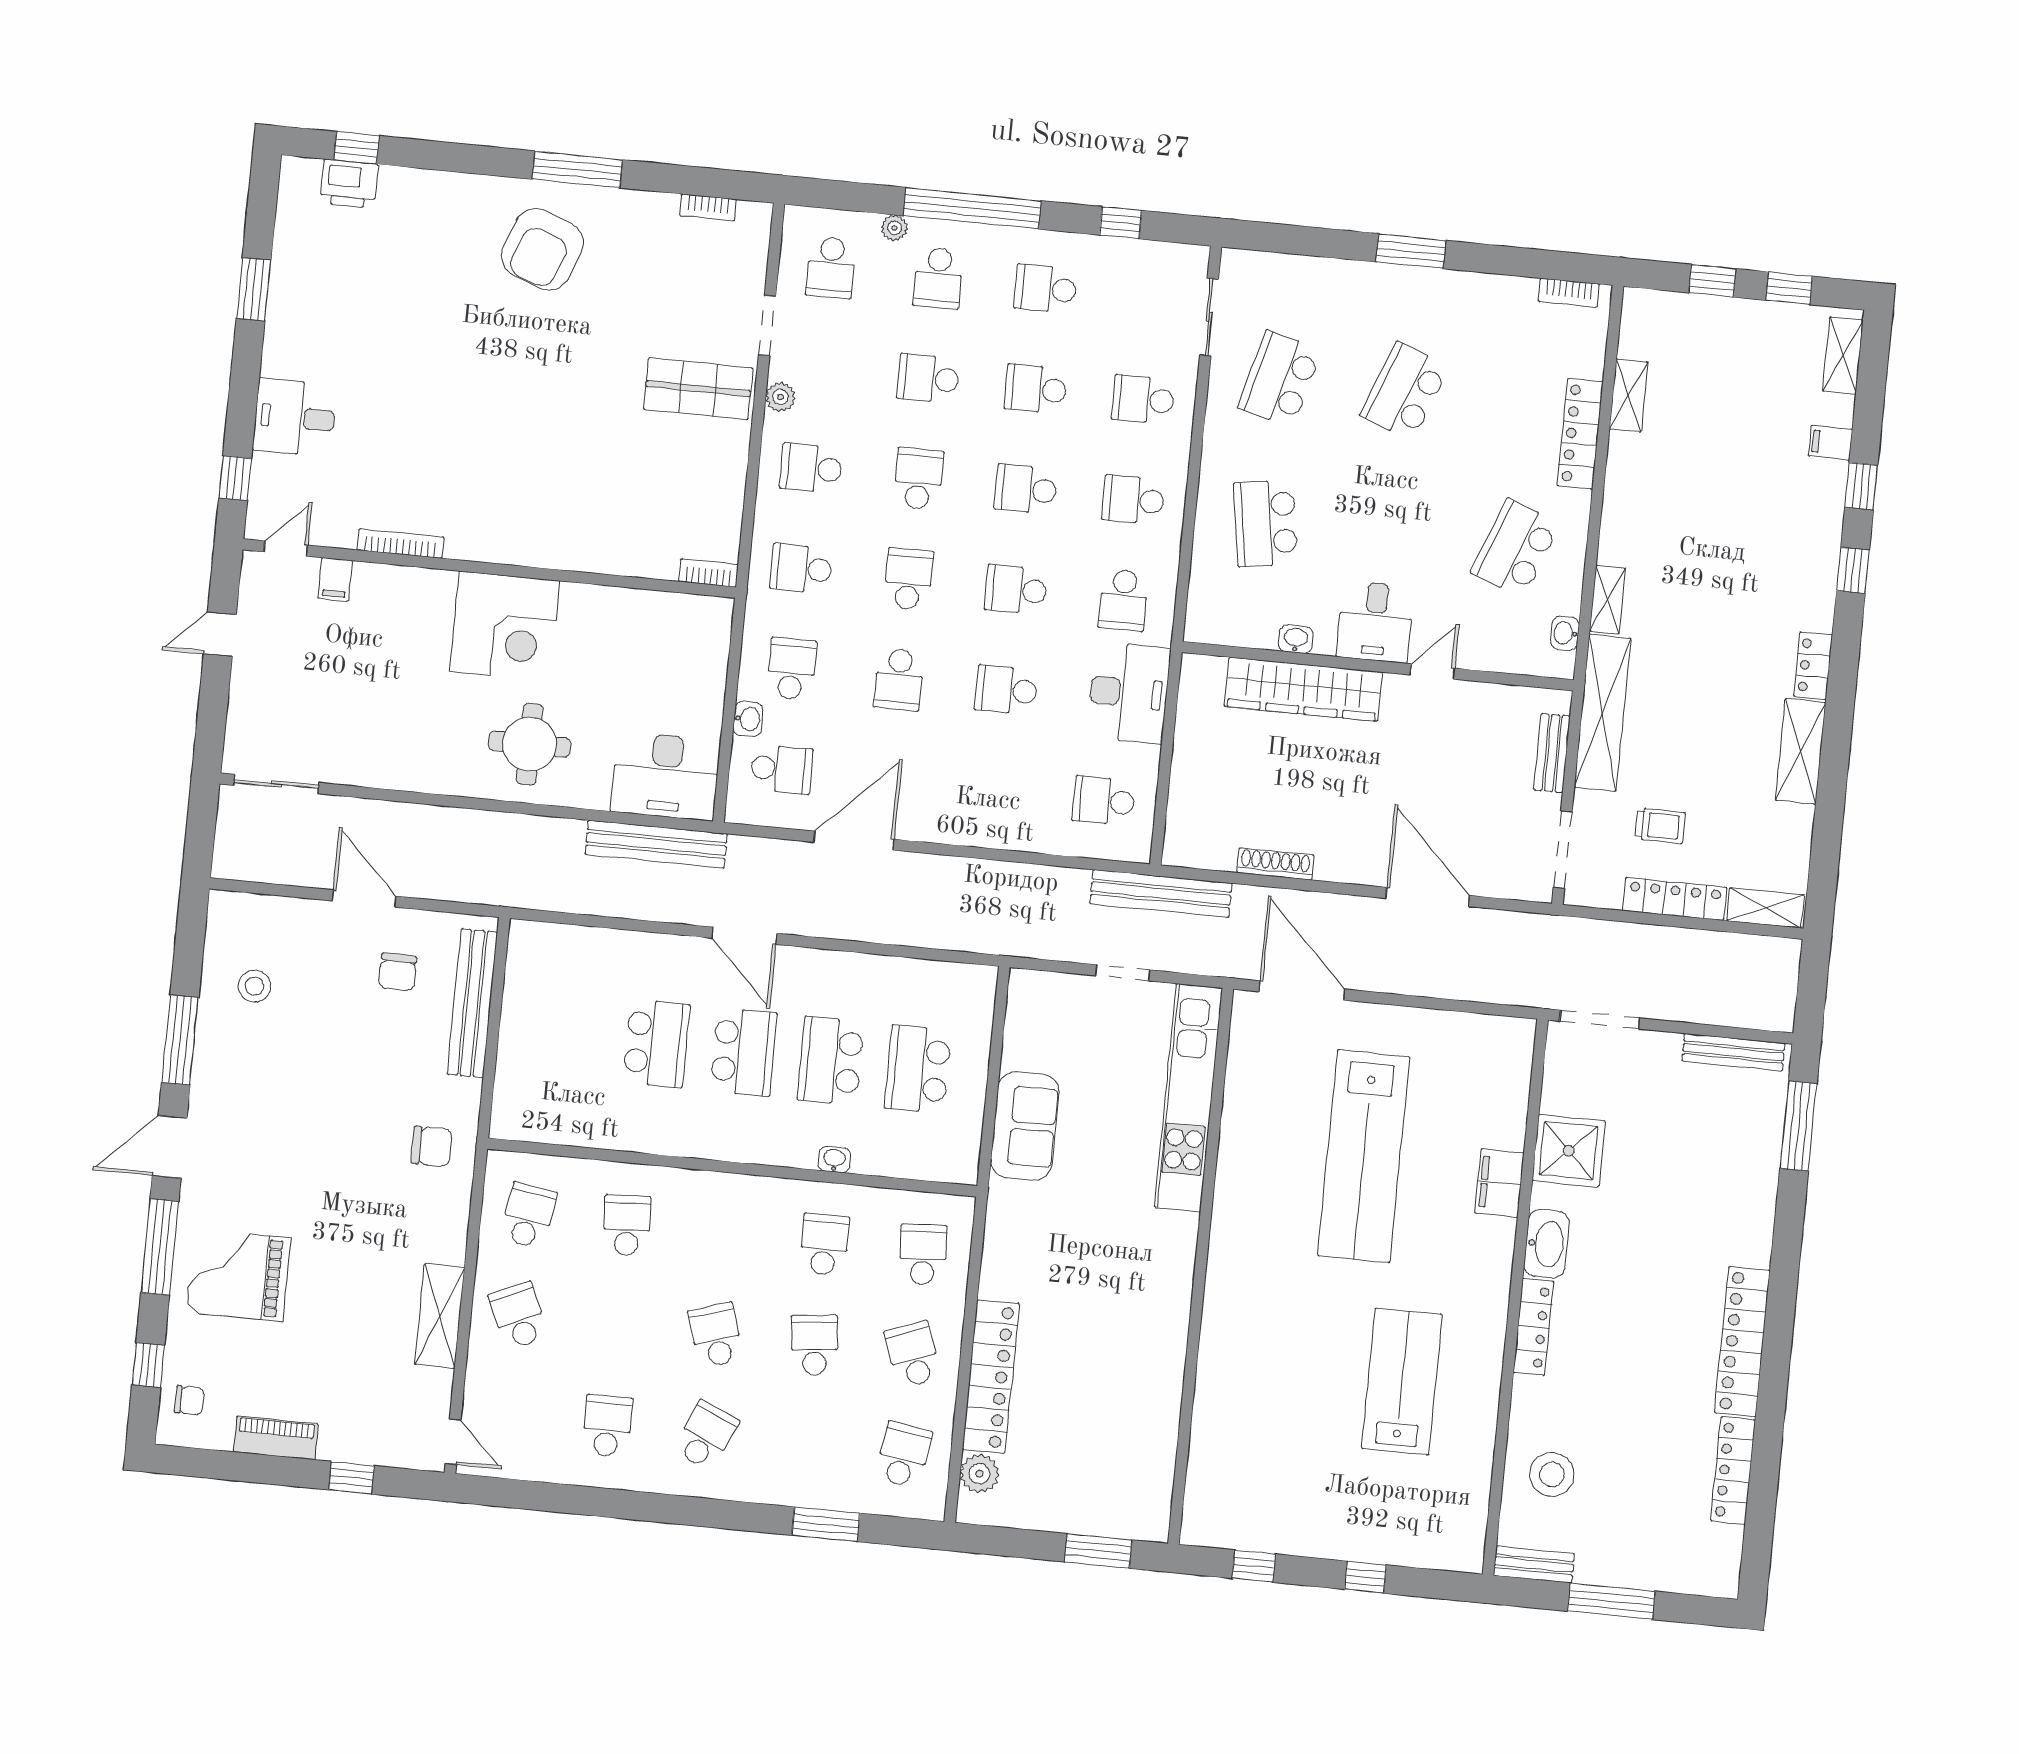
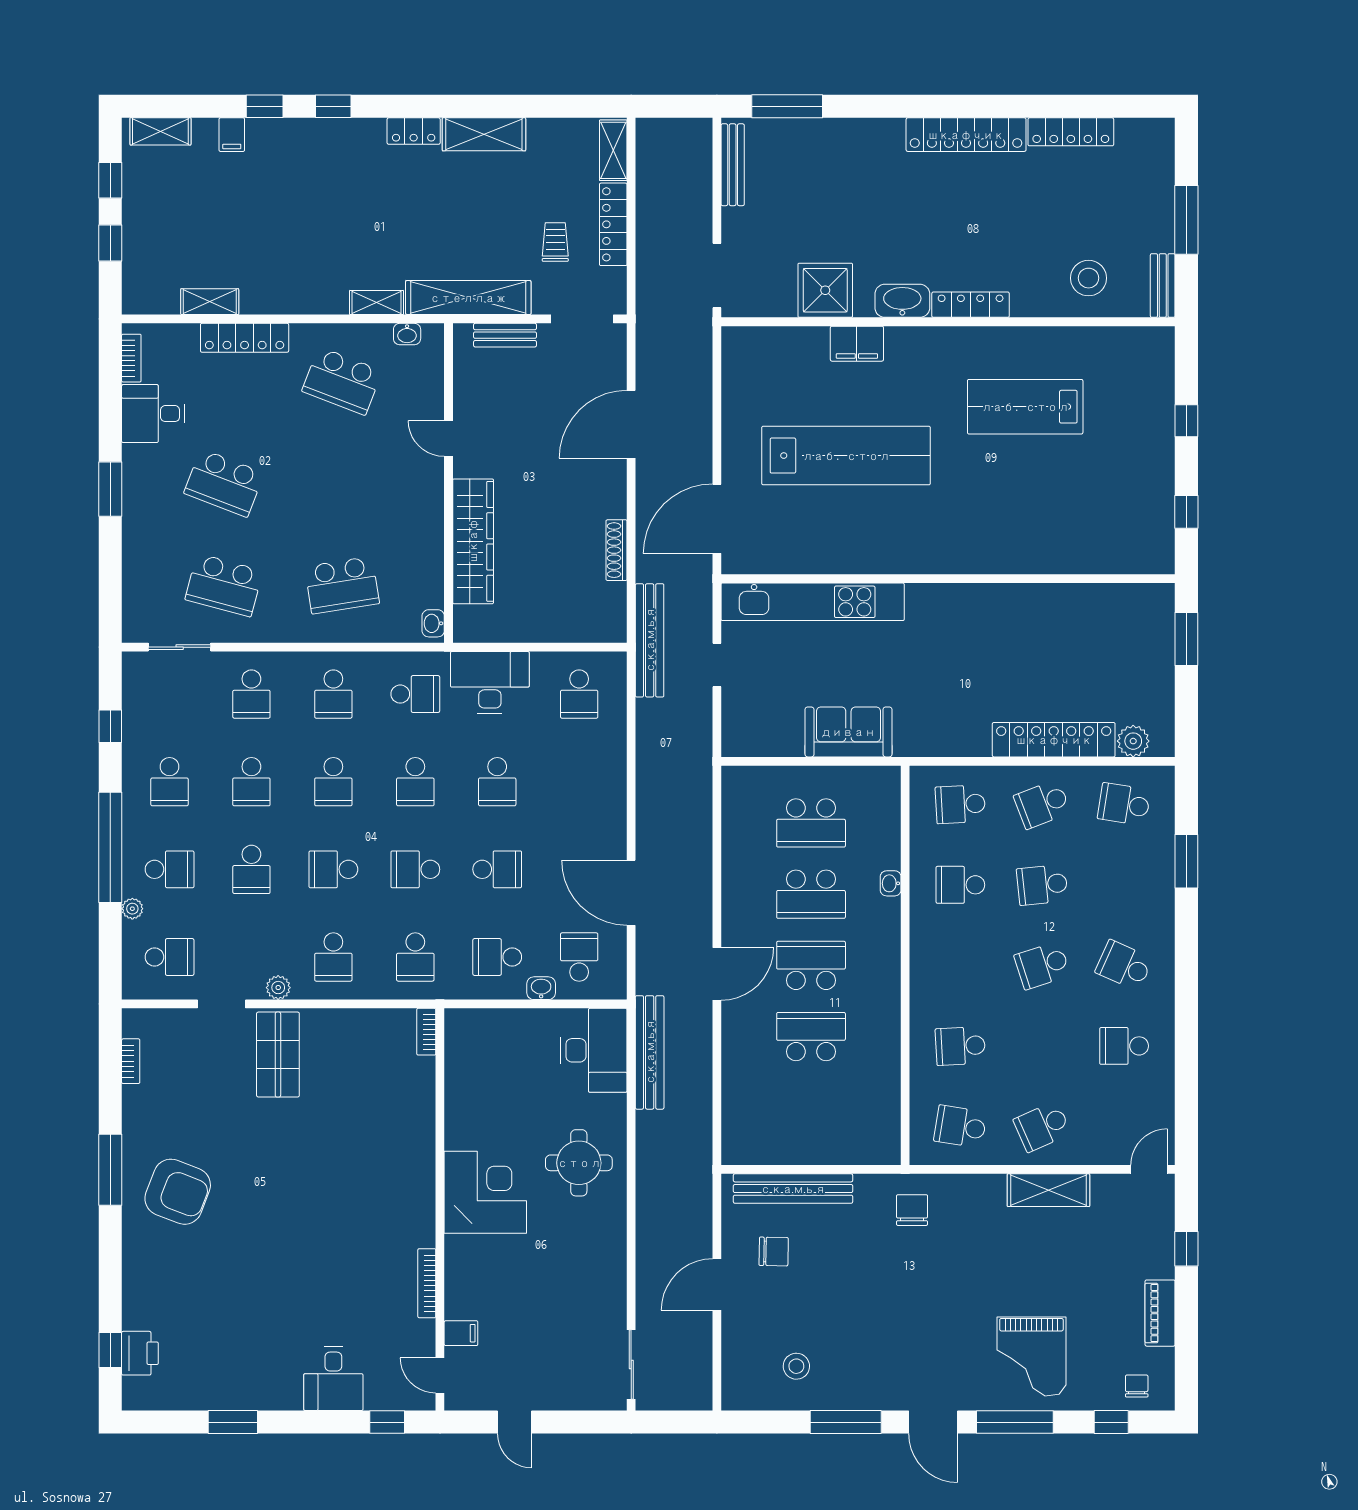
desk: (1375, 622) -> (153, 414), moved, turned 180
washbasin: (1296, 639) -> (433, 623), moved

